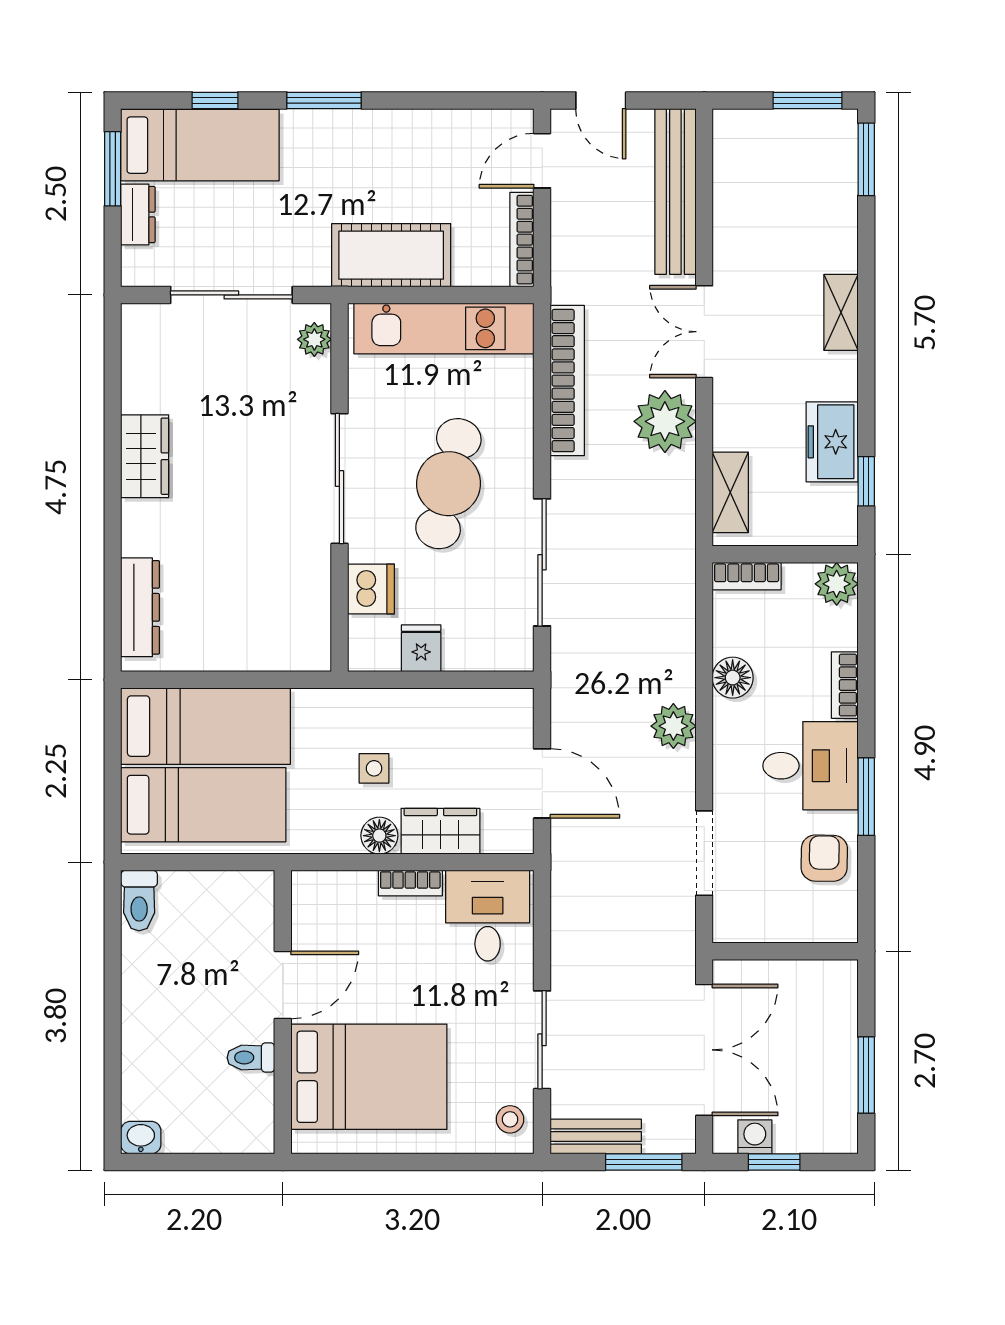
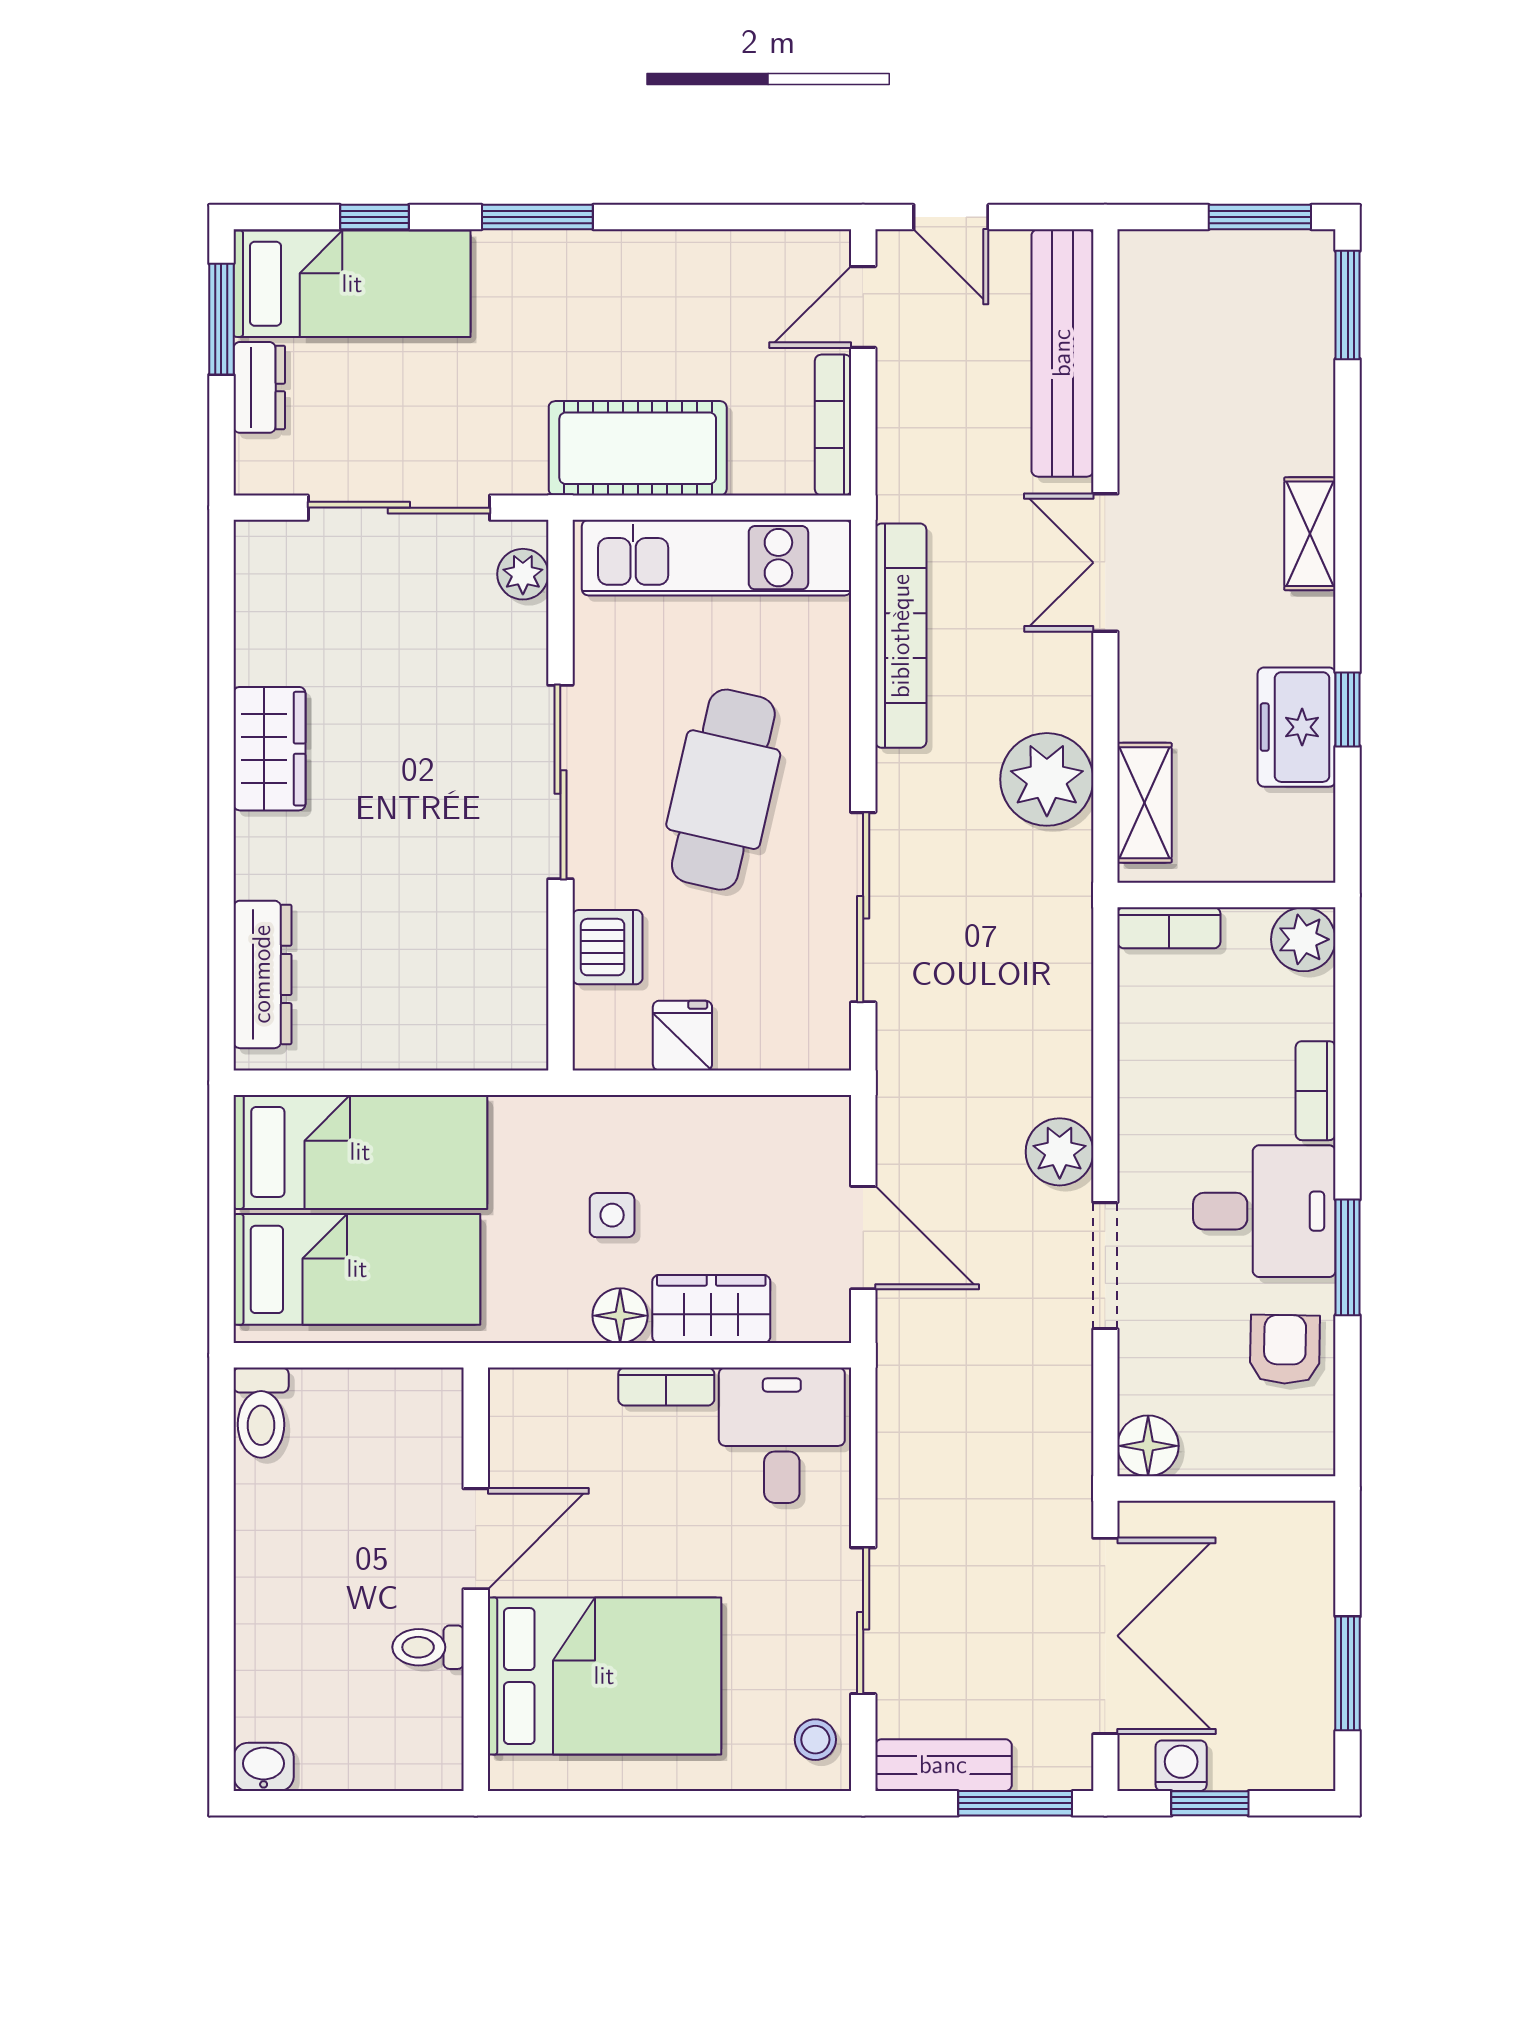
plant: (665, 421) -> (1047, 779), moved
window: (866, 481) -> (1348, 709), moved
floor lamp: (733, 678) -> (1148, 1446), moved
doorway: (704, 853) -> (1105, 1266), moved

